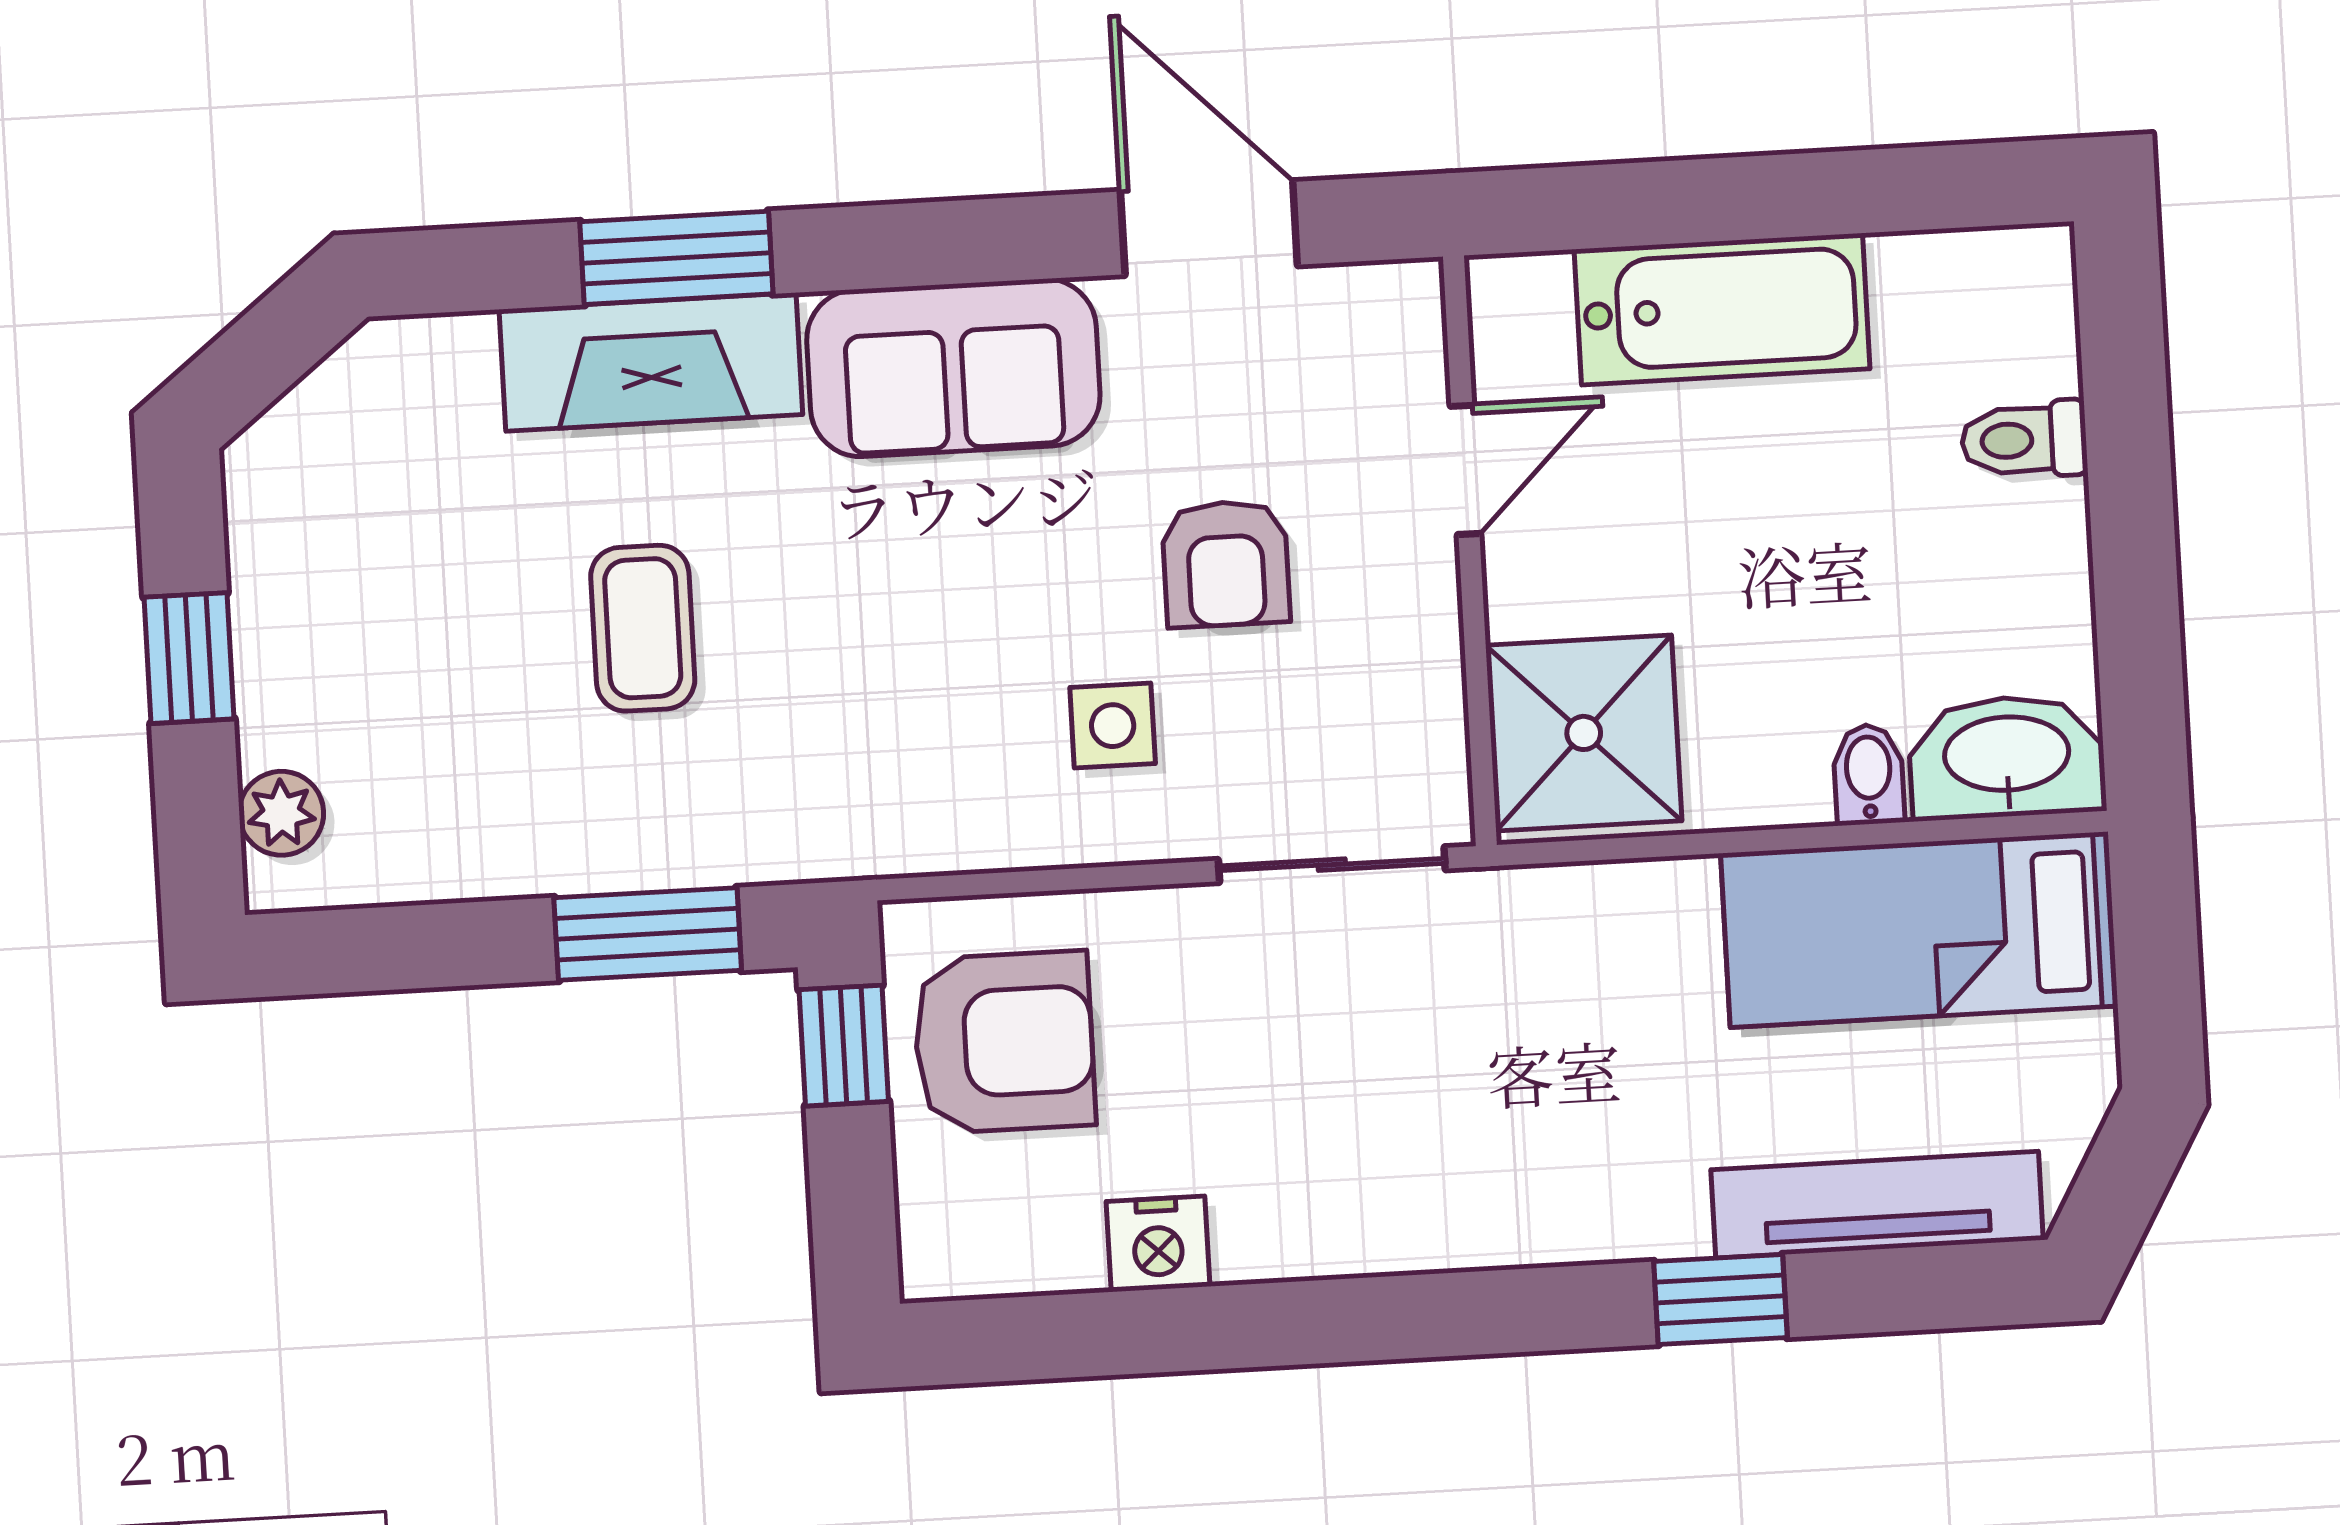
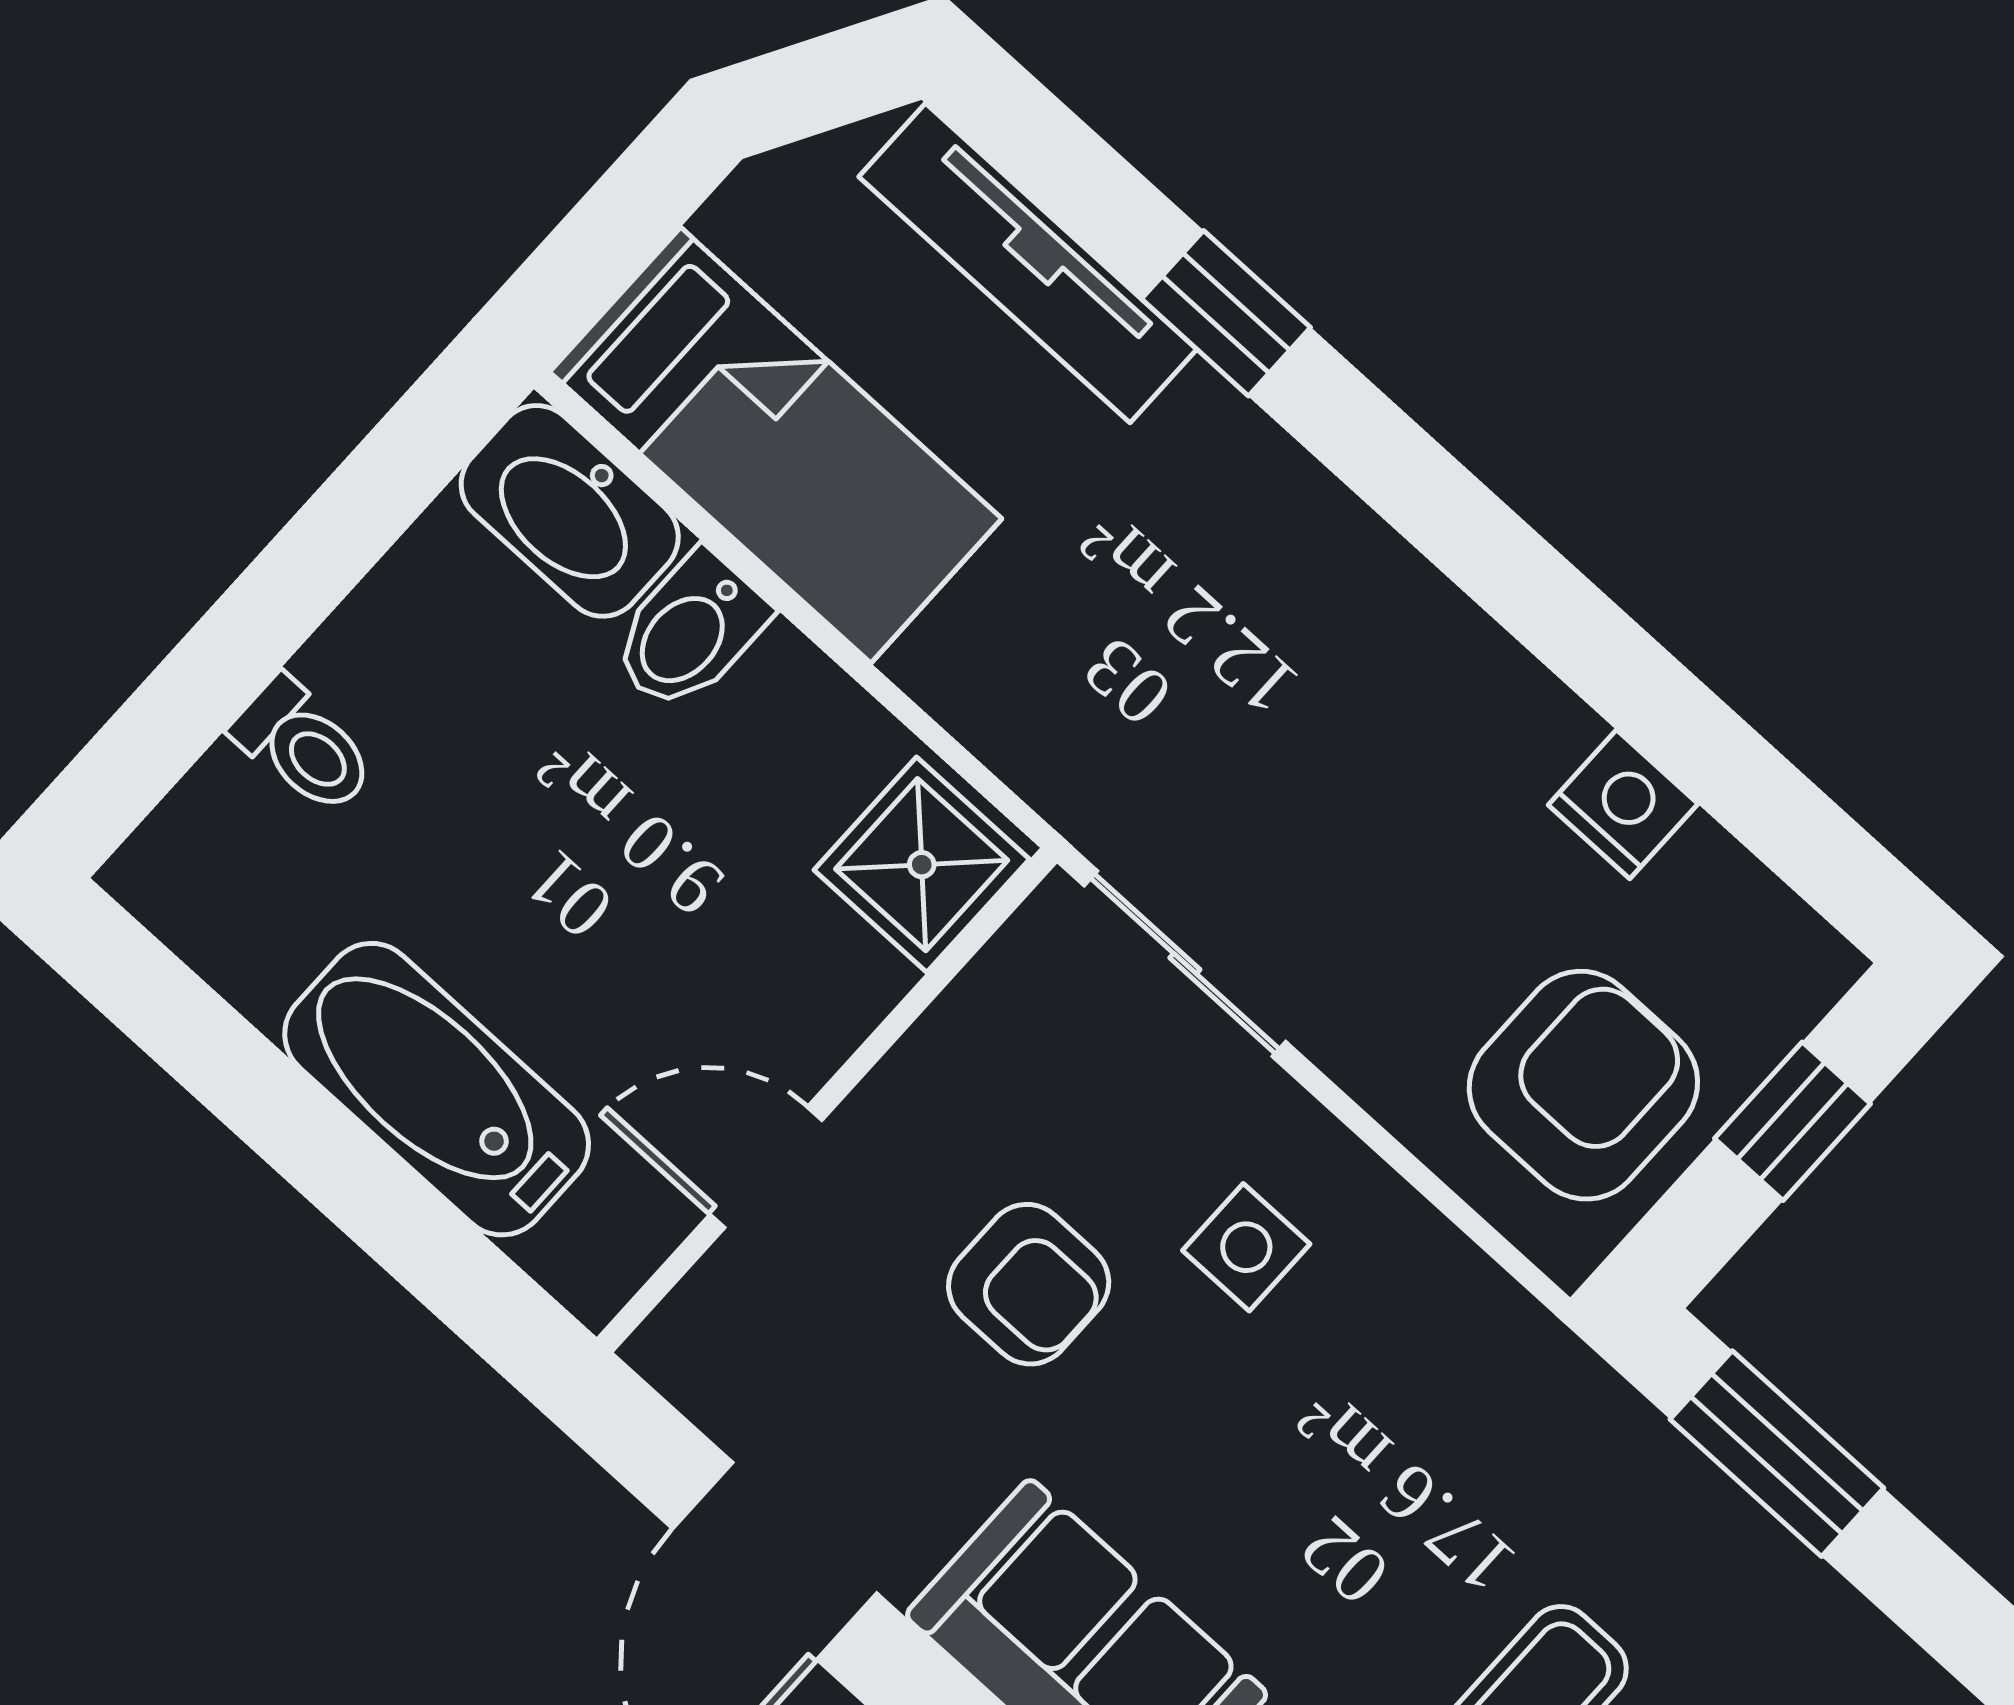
armchair: (1226, 564) -> (1029, 1284), turned 90
shower: (1584, 733) -> (922, 865), width x0.73, depth x0.73
bidet: (1869, 775) -> (689, 632), width x1.38, depth x1.36
armchair: (1004, 1042) -> (1583, 1085), turned 90
window: (844, 1046) -> (1793, 1121), moved

